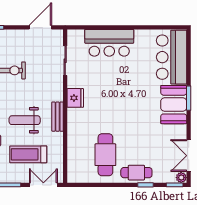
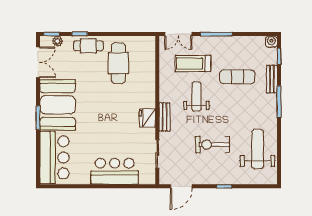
booth: (174, 105) -> (58, 105), width x1.36, depth x1.42
bench: (58, 117) -> (165, 117), moved
weight bench: (25, 120) -> (196, 96), turned -90
treadmill: (28, 154) -> (193, 63), turned 180
plant: (181, 178) -> (57, 41), moved

